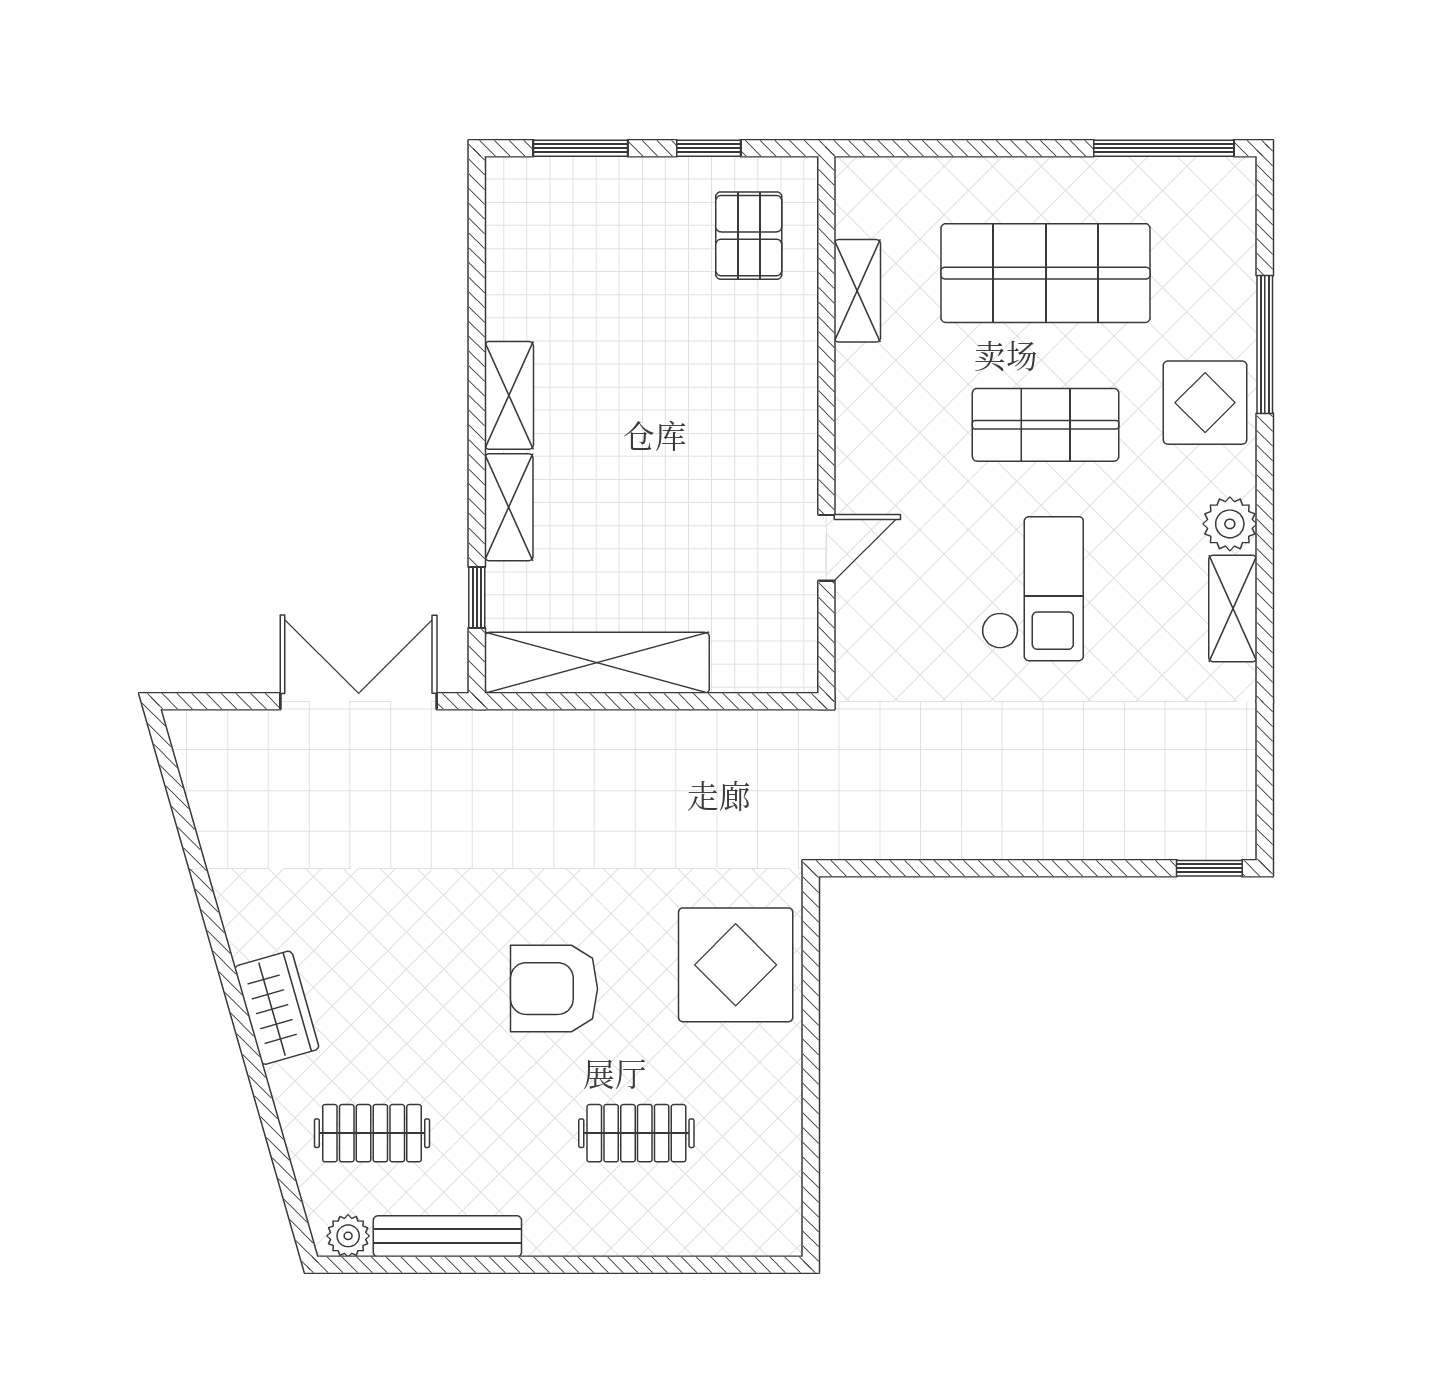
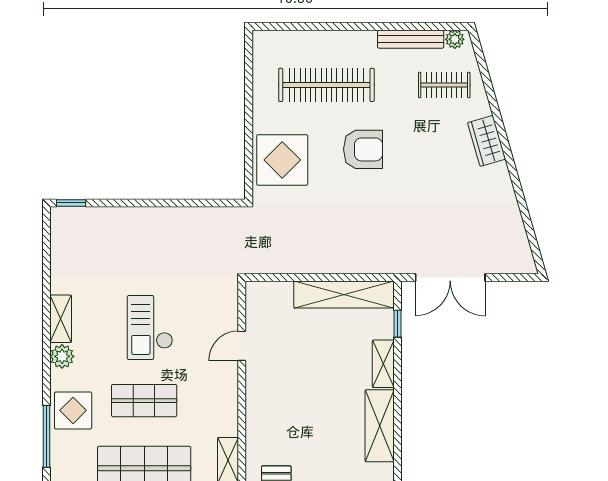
shelving: (509, 395) -> (380, 426), width x1.50, depth x1.33
clothes rail: (636, 1133) -> (326, 85), width x1.86, depth x1.31

